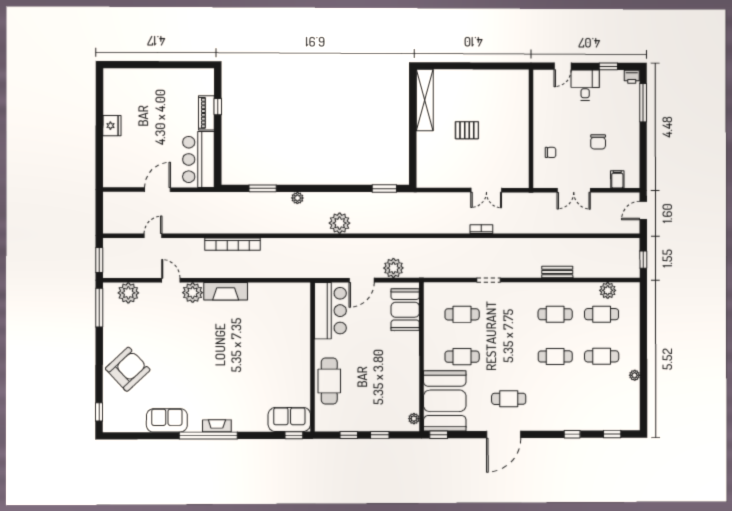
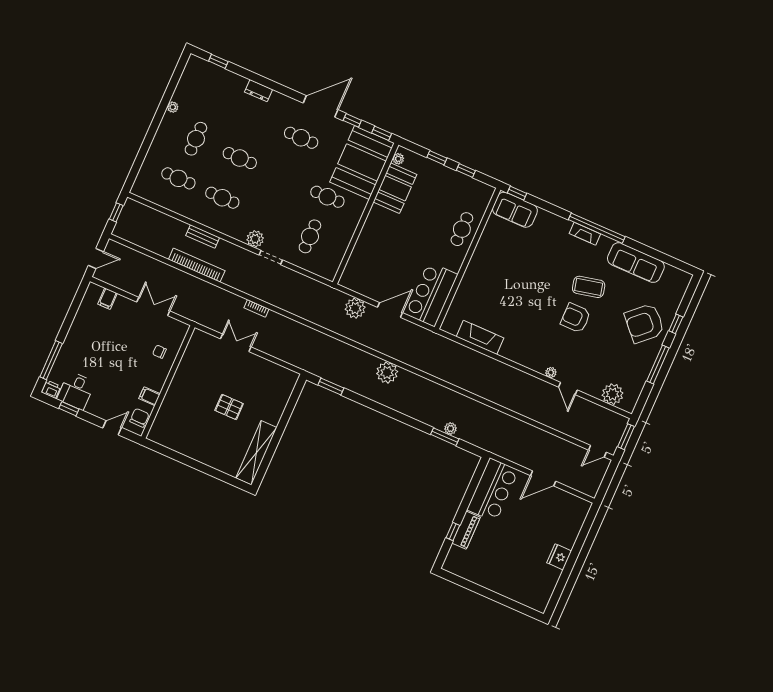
desk: (585, 85) -> (76, 391), moved
filing cabinet: (542, 109) -> (150, 396), added
chair: (598, 142) -> (139, 418), moved
plant: (297, 198) -> (450, 429), moved
door: (153, 236) -> (597, 451), moved
bookcase: (233, 244) -> (197, 265), moved
plant: (608, 290) -> (255, 239), moved
fireplace: (226, 291) -> (480, 337), moved
plant: (193, 293) -> (551, 373), width x0.53, depth x0.53
window: (99, 308) -> (658, 365), moved
booth: (405, 310) -> (395, 188), moved
cafe table: (462, 314) -> (310, 236), turned 90
armchair: (192, 347) -> (576, 318), added
cafe table: (602, 356) -> (196, 139), turned 90
coffee table: (192, 380) -> (589, 287), added
cafe table: (329, 381) -> (462, 229), width x0.73, depth x0.74
window: (99, 412) -> (676, 324), moved
sofa: (167, 420) -> (636, 263), width x1.36
dresser: (565, 424) -> (259, 91), added
window: (572, 434) -> (352, 120), moved

